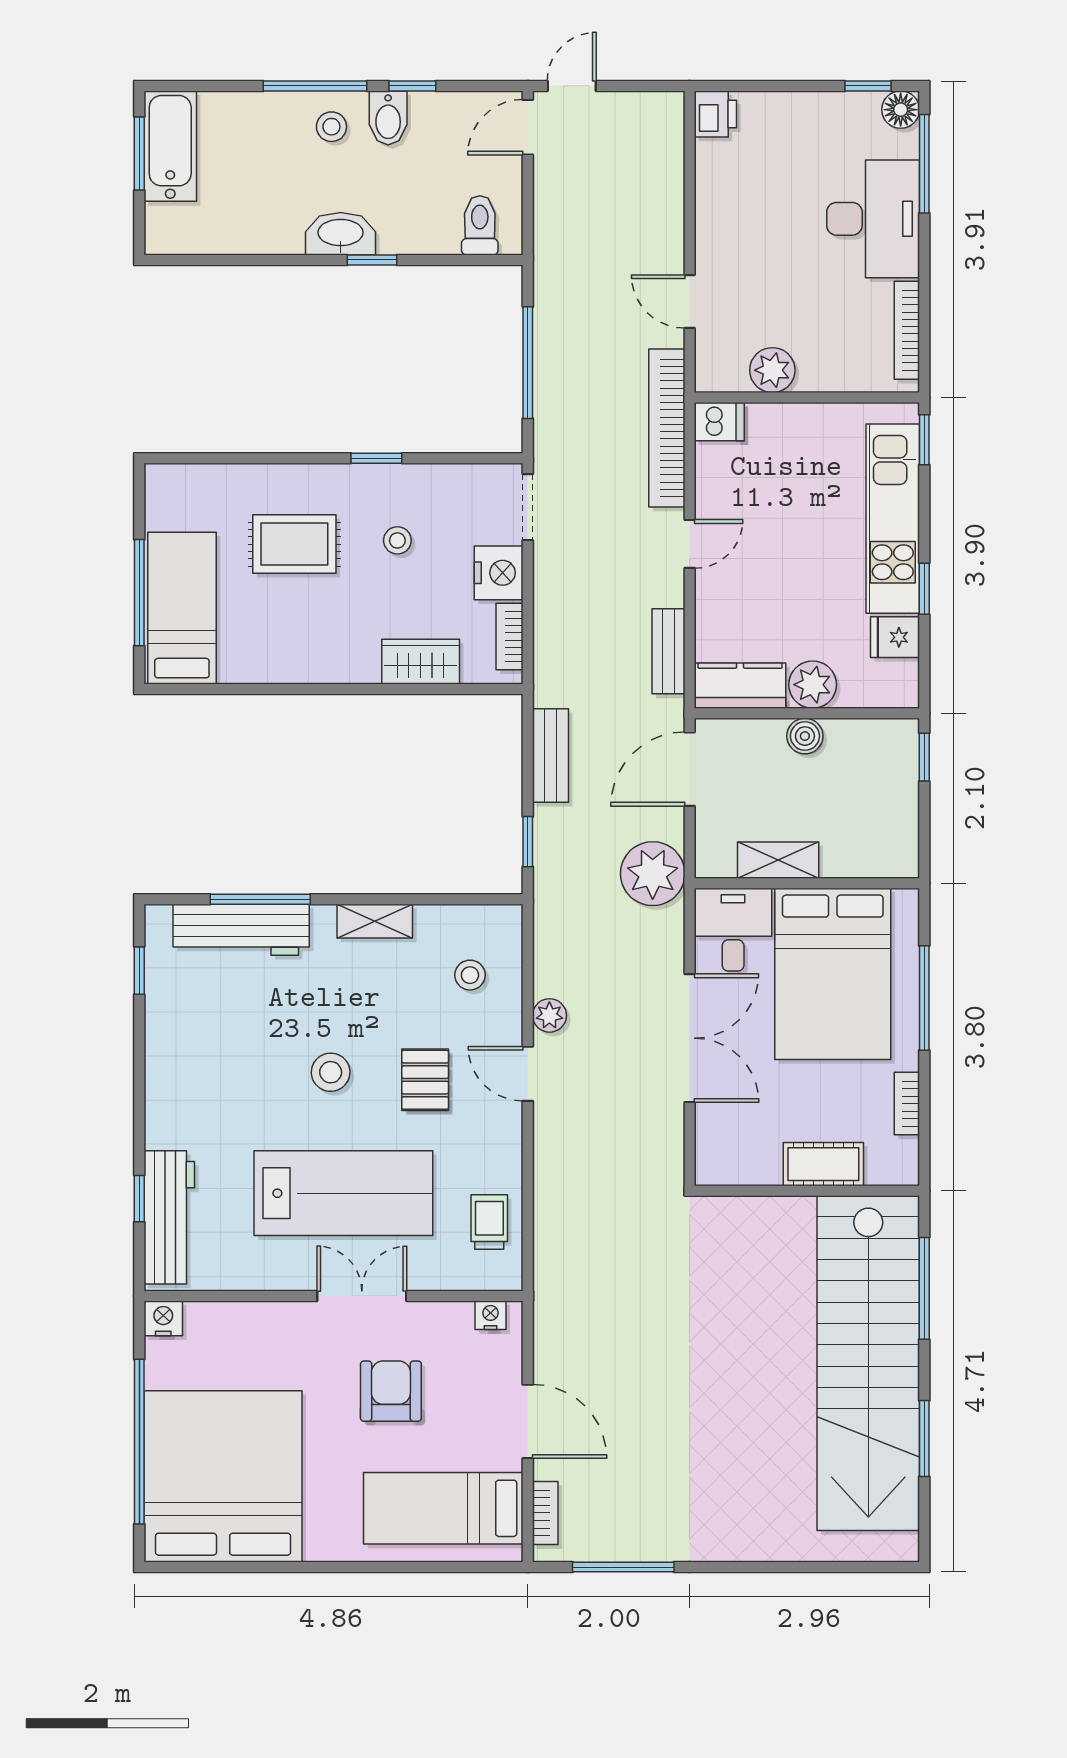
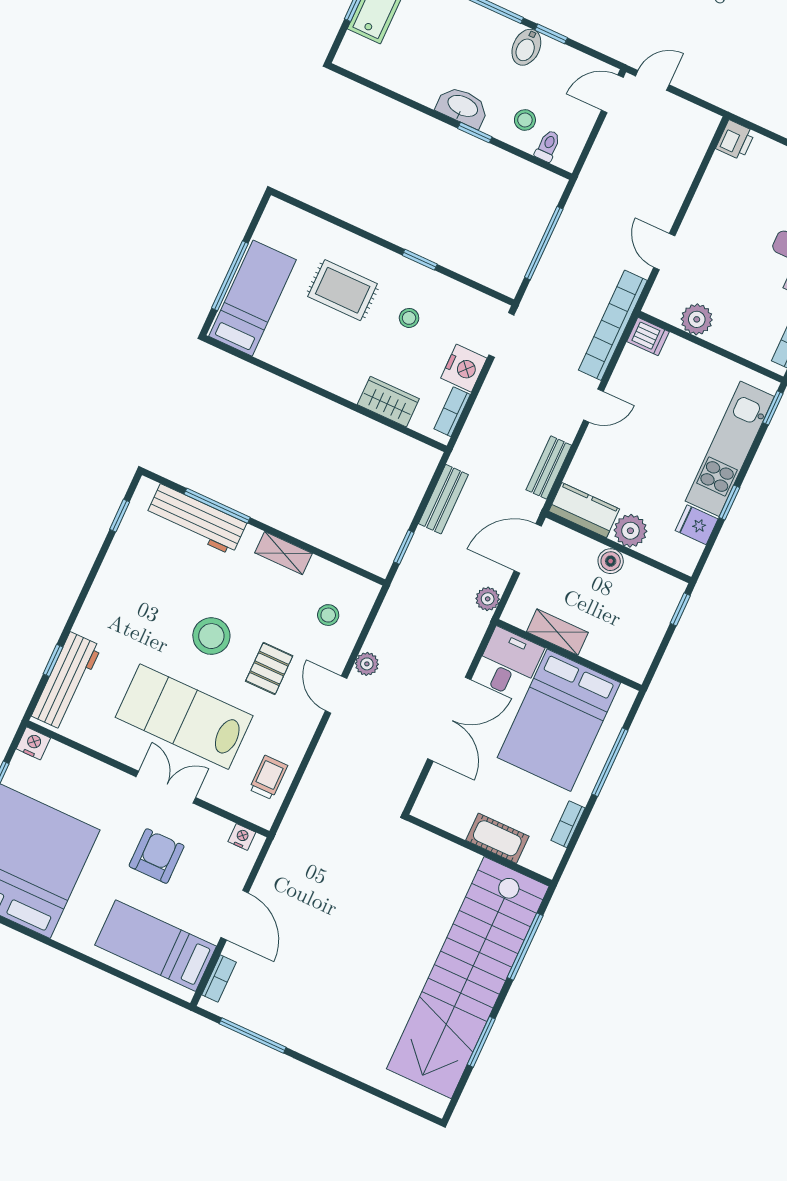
stool: (331, 127) -> (525, 120), moved
toilet: (480, 225) -> (548, 146), width x0.73, depth x0.72
plant: (653, 874) -> (488, 599), width x0.53, depth x0.53
stool: (331, 1072) -> (211, 636), width x1.38, depth x1.38
lab bench: (343, 1193) -> (184, 717), turned 180

